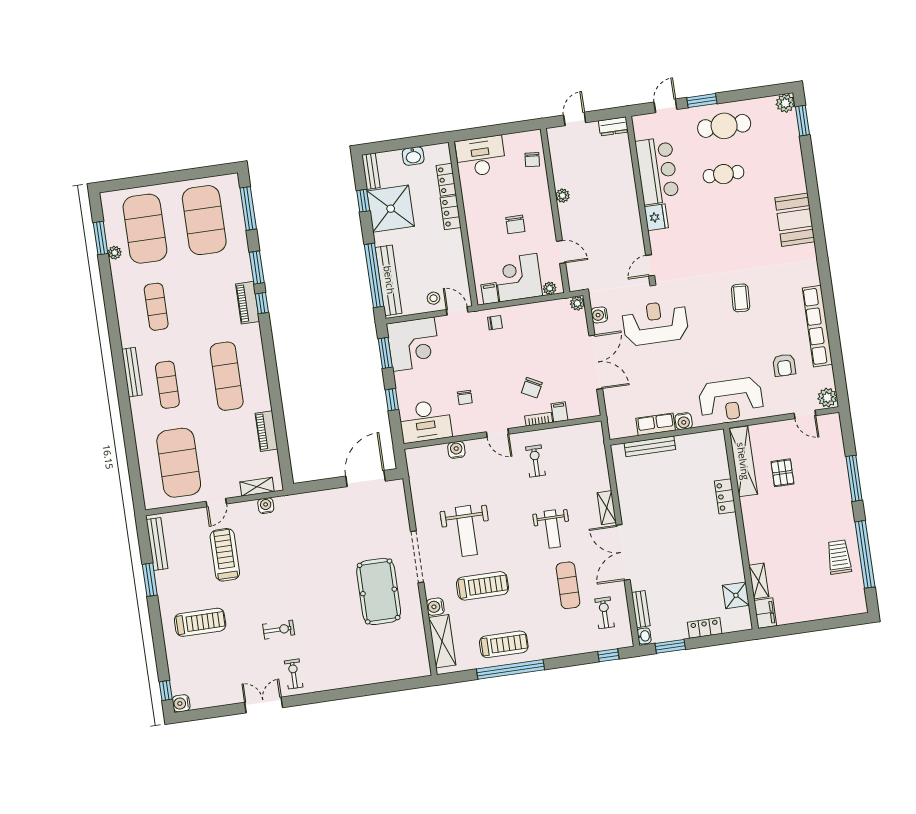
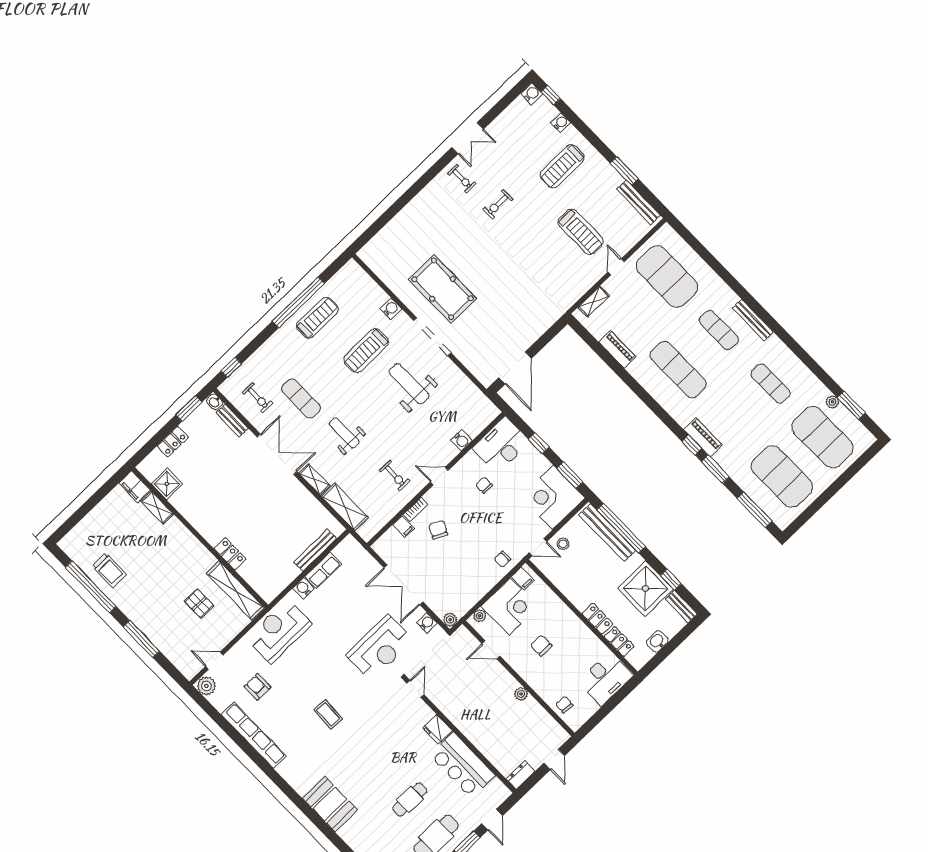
water cooler: (266, 506) -> (561, 123), moved, turned -90
shelving: (442, 641) -> (345, 507), moved
treadmill: (504, 644) -> (317, 318), turned 180

